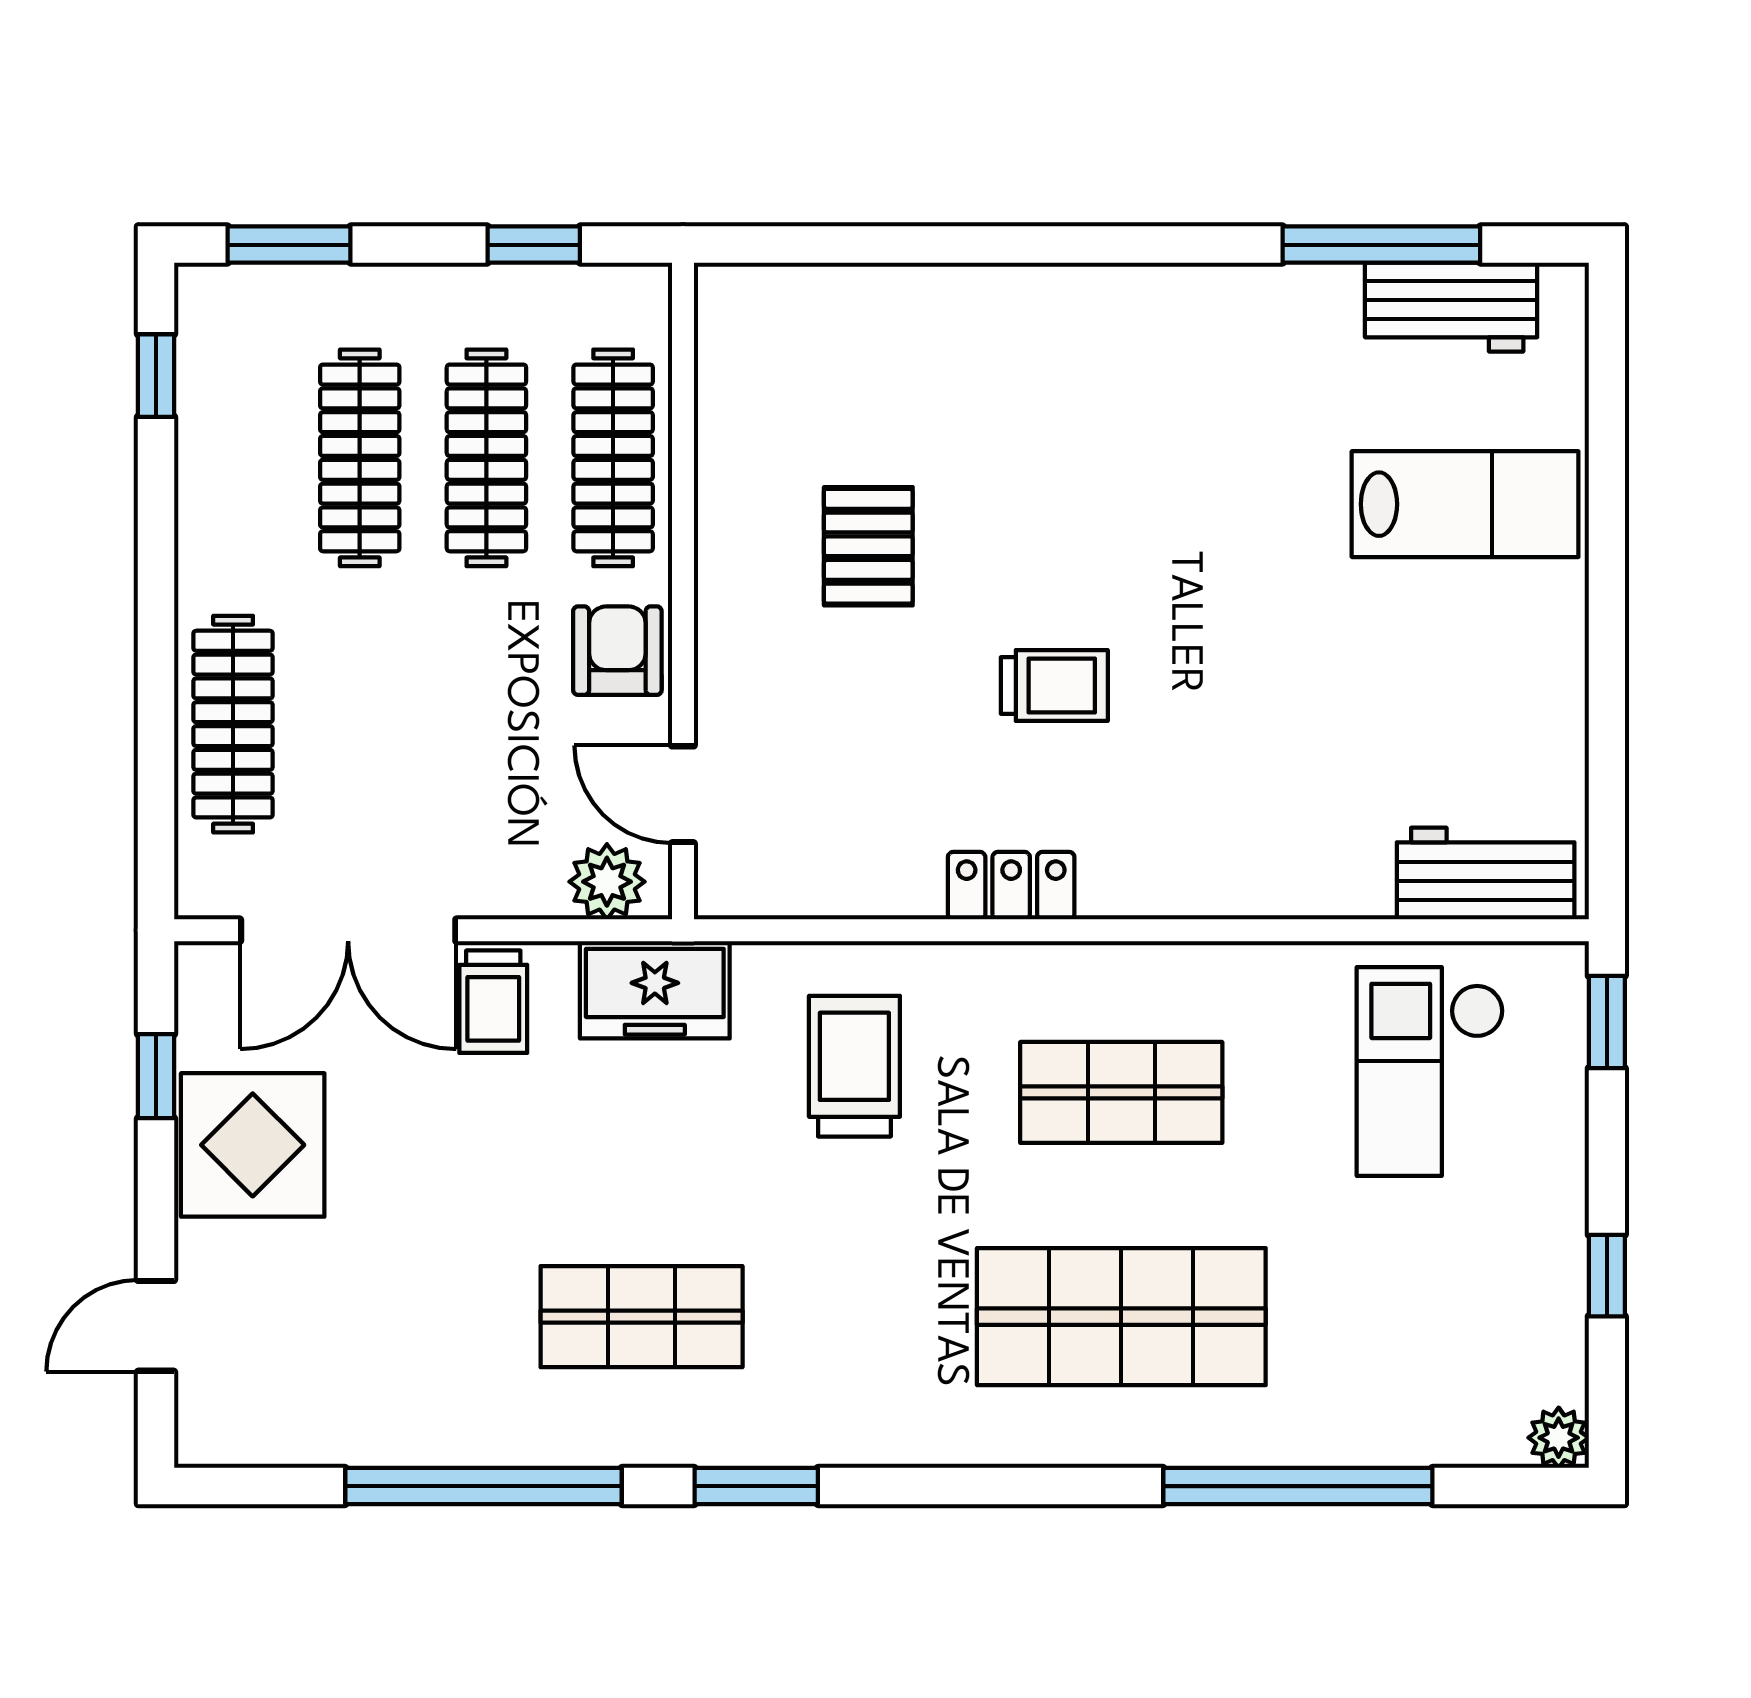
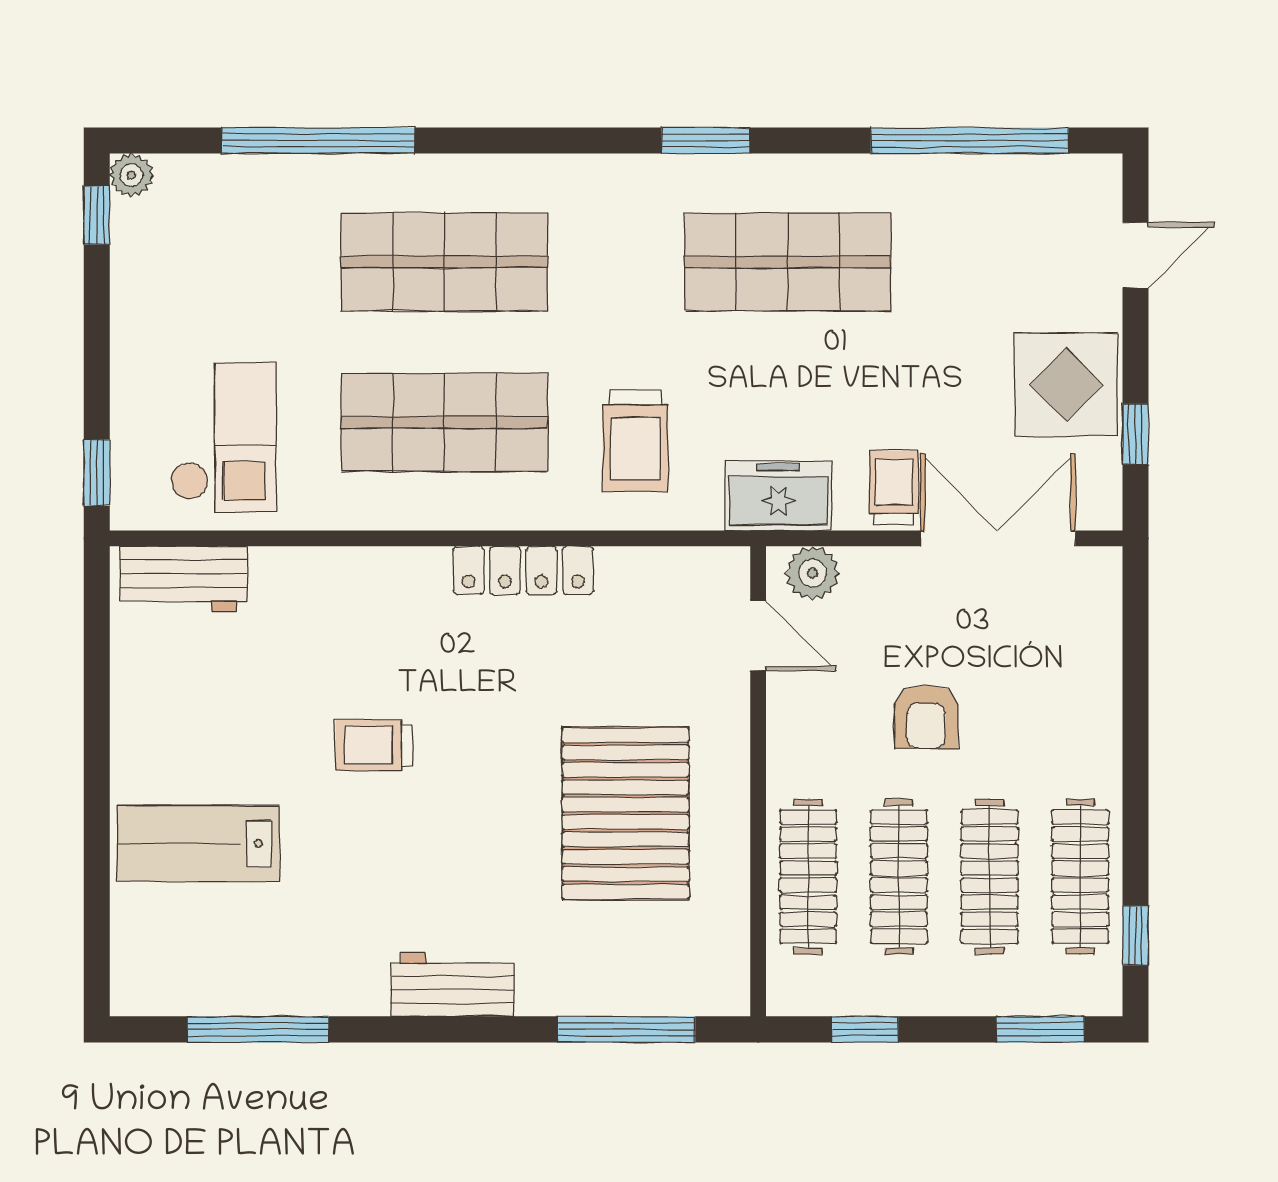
window: (867, 245) -> (627, 1029), added
workbench: (1451, 307) -> (453, 985), moved
pallet: (868, 546) -> (626, 813), width x2.05, depth x2.00
armchair: (617, 651) -> (926, 717), moved
trolley: (1054, 685) -> (374, 745), moved
clothes rail: (233, 724) -> (1080, 877), moved
locker: (1011, 886) -> (523, 570), width x1.53
shop shelf: (1121, 1092) -> (444, 422), width x1.43, depth x1.36
window: (1607, 1276) -> (97, 215), moved
shop shelf: (642, 1317) -> (788, 262), width x1.43, depth x1.36
window: (484, 1486) -> (970, 141), moved

